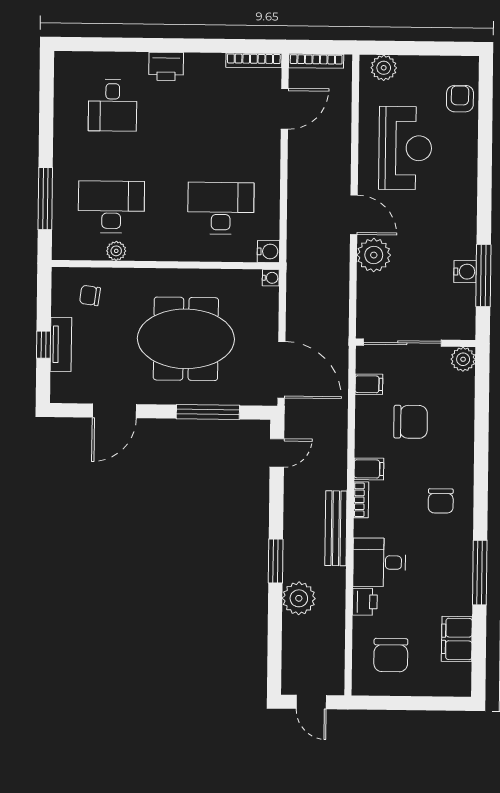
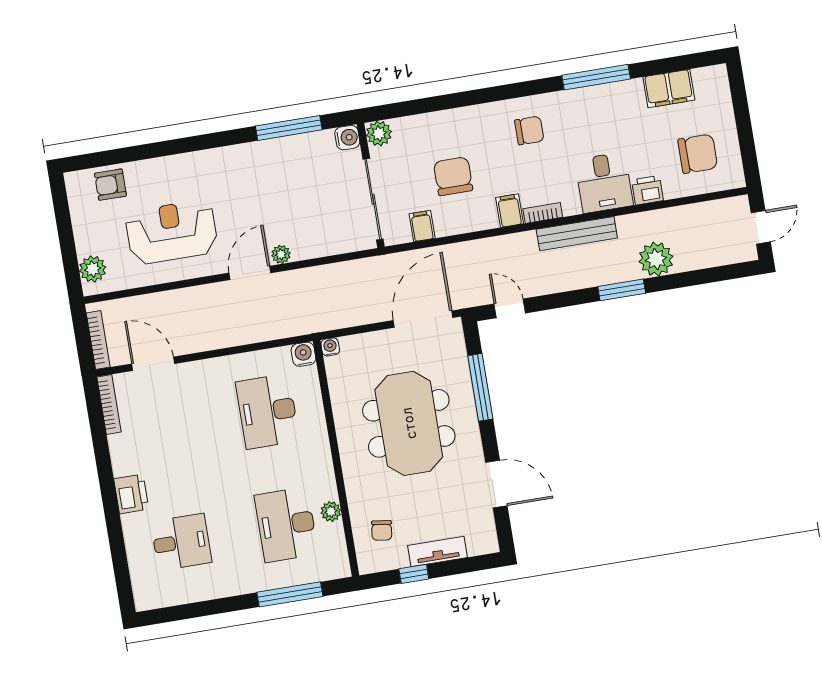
plant: (374, 255) -> (281, 254), width x0.53, depth x0.53
water cooler: (465, 272) -> (347, 138), moved, turned 90
window: (43, 345) -> (414, 574), moved

